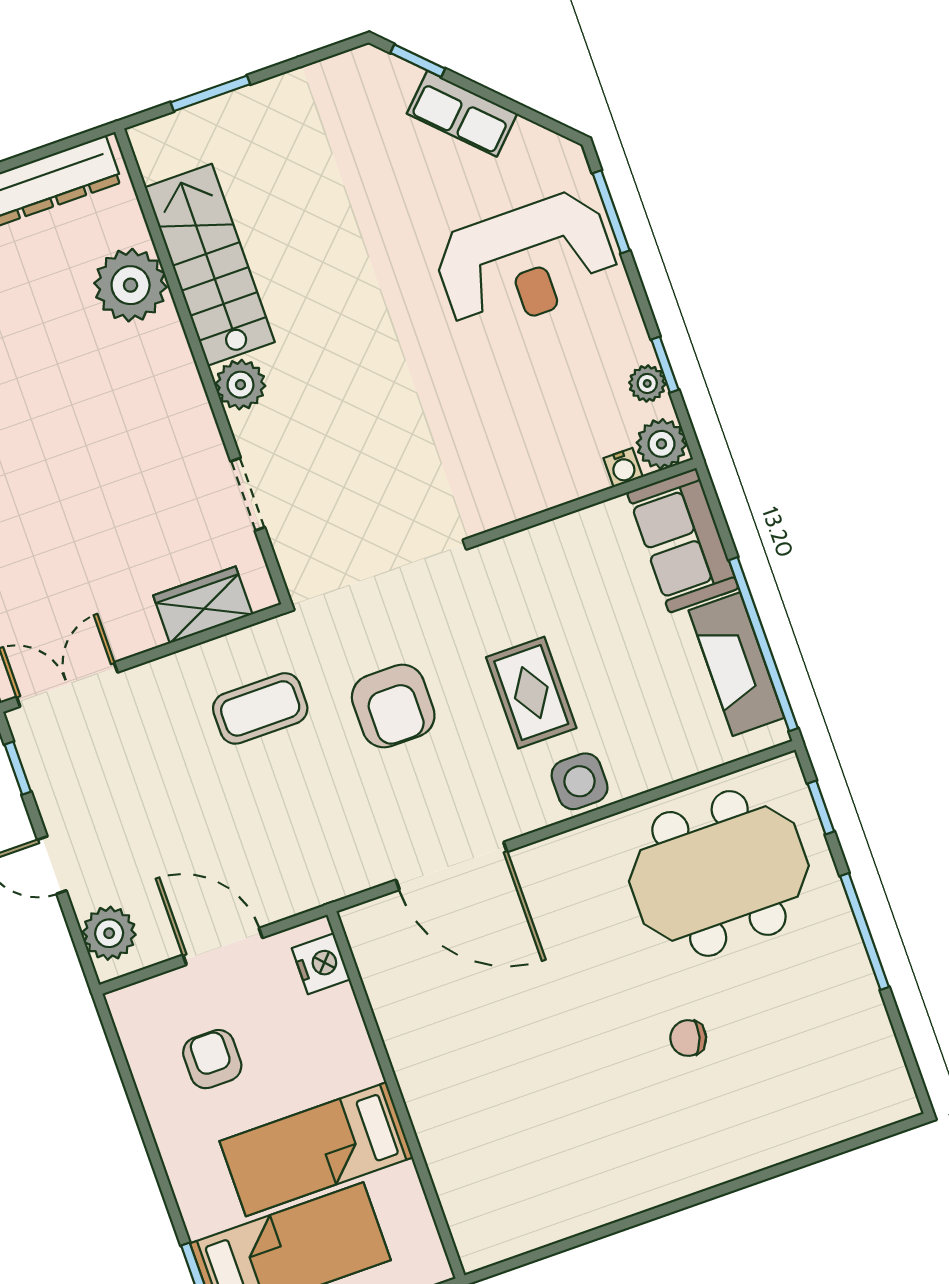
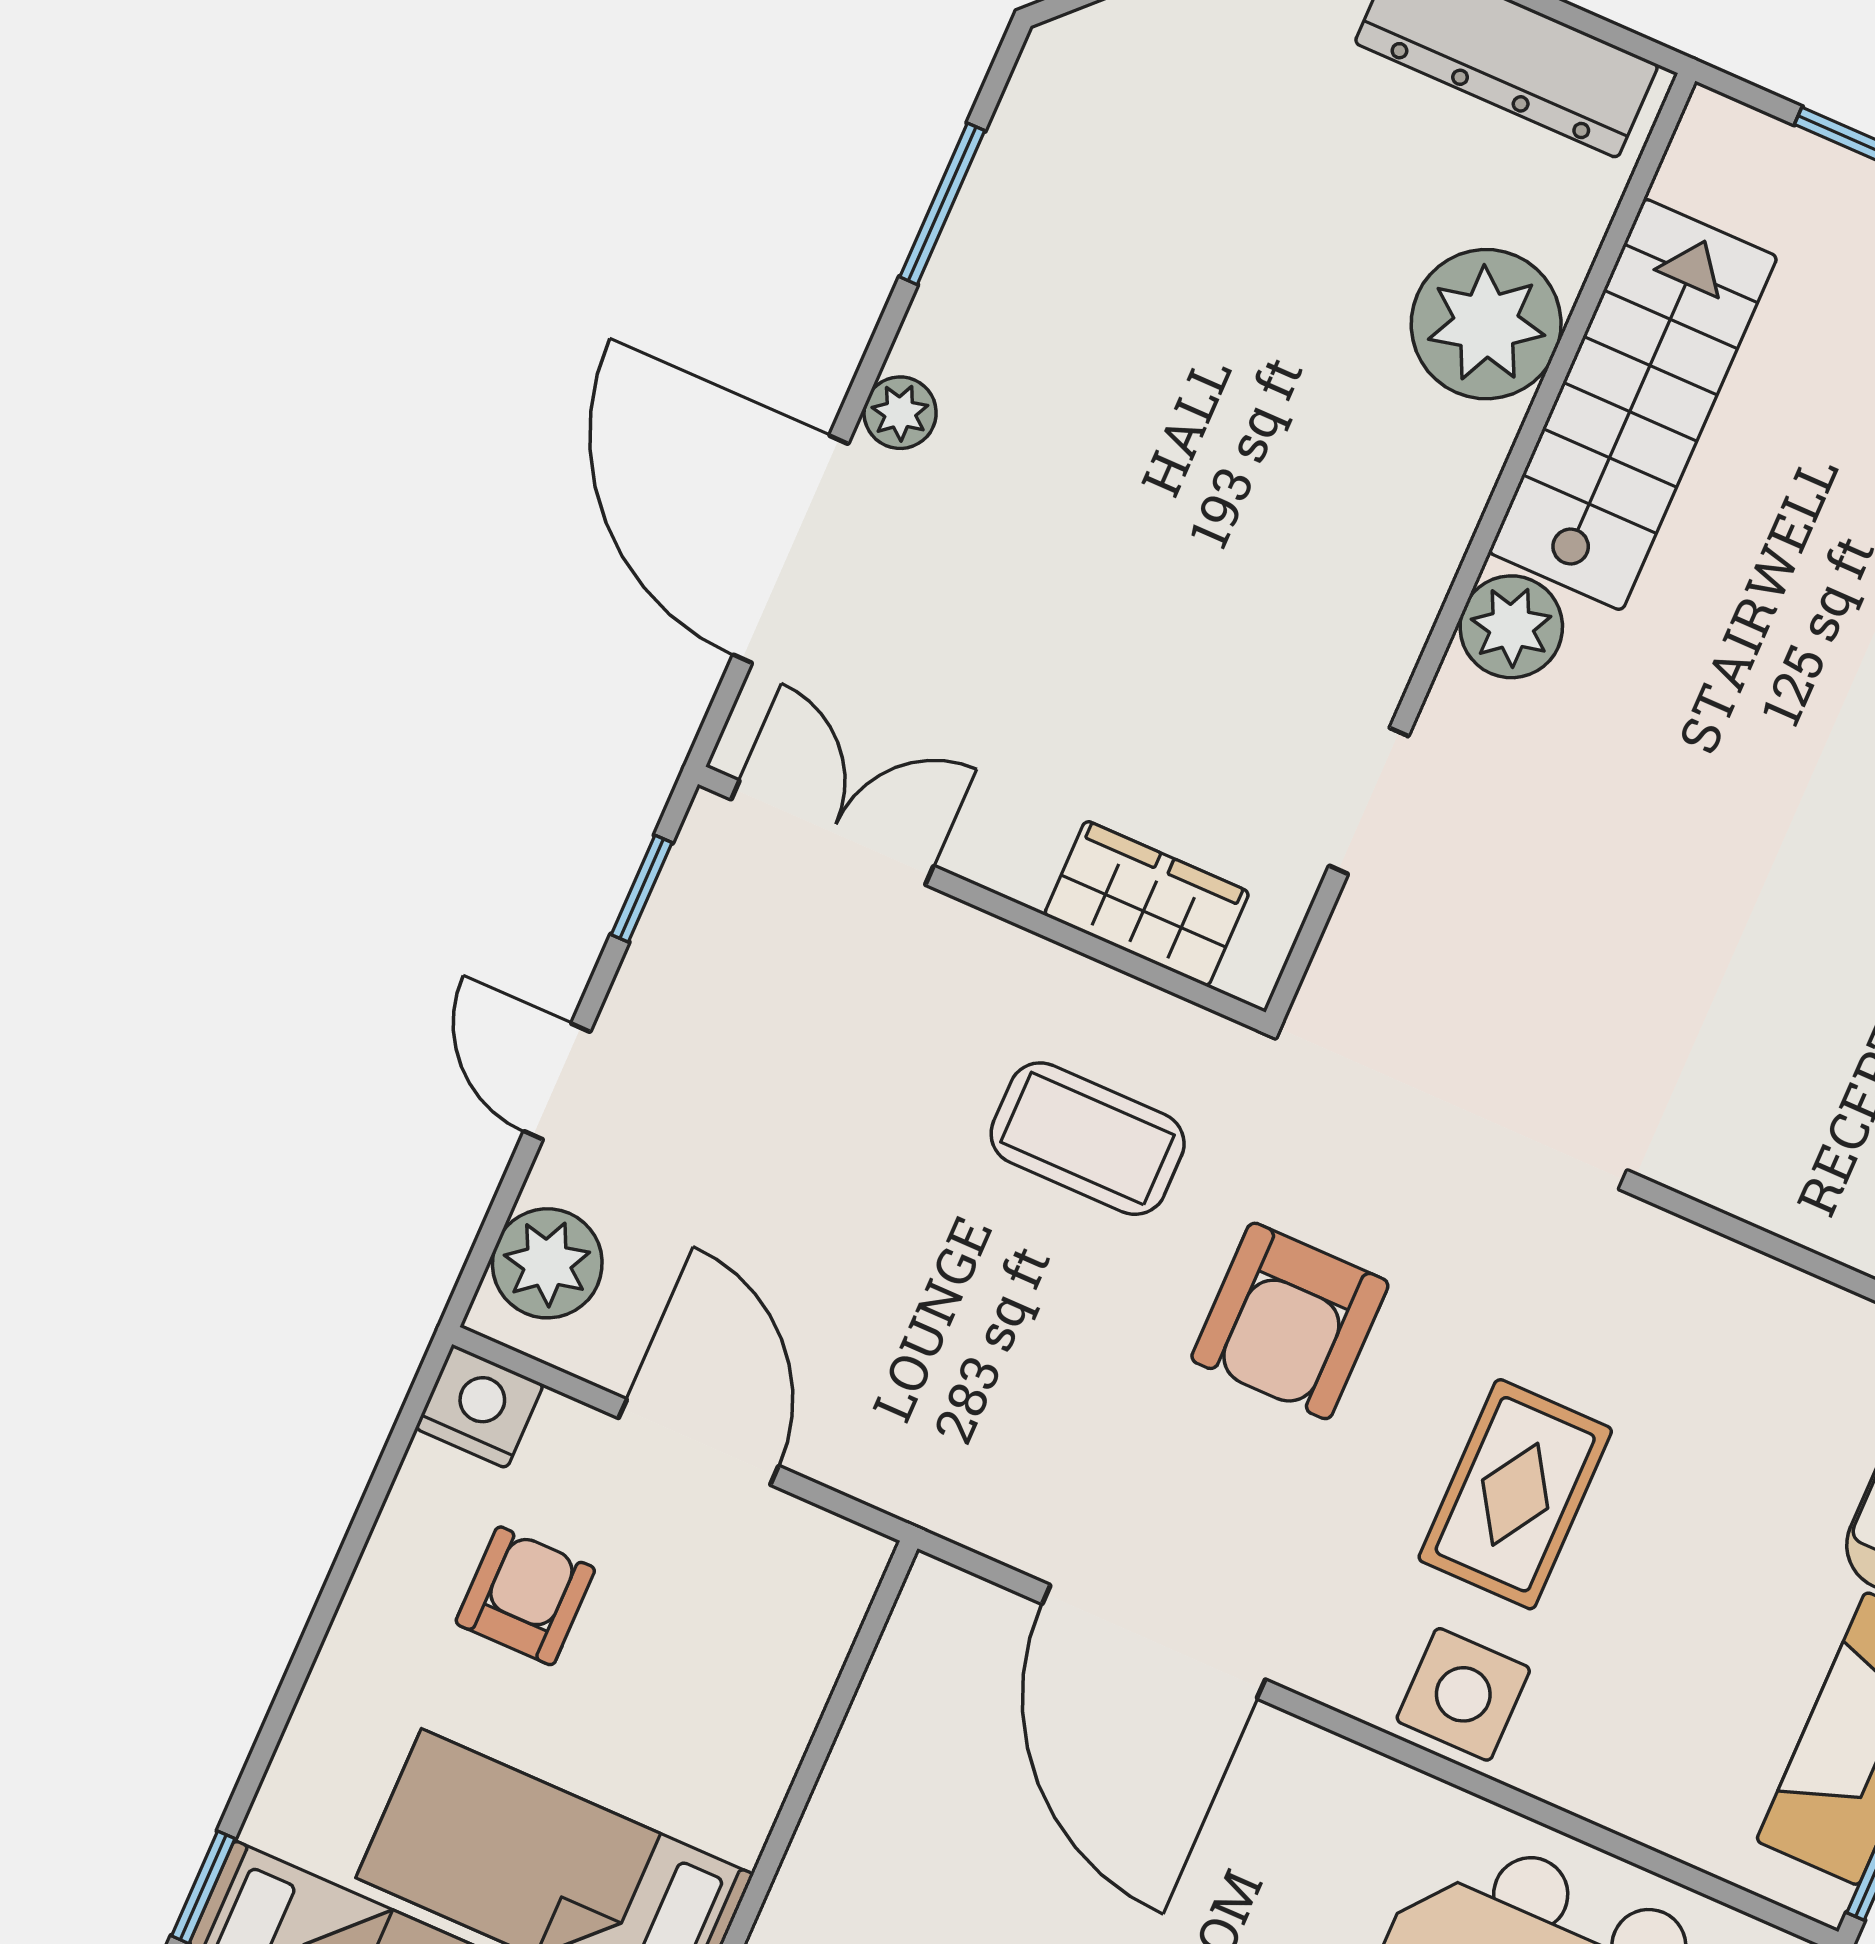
nightstand: (321, 964) -> (479, 1406), moved, turned -90

